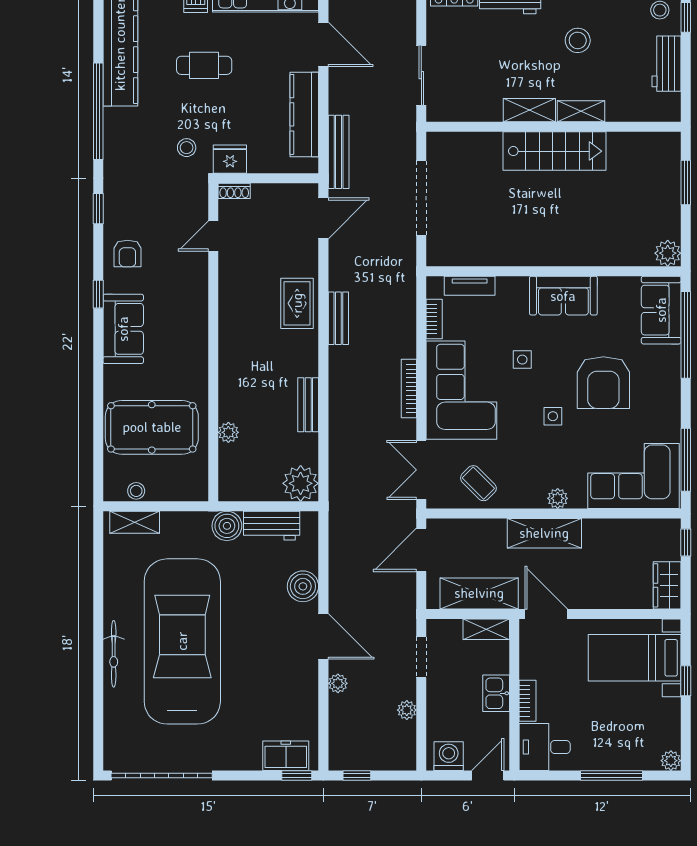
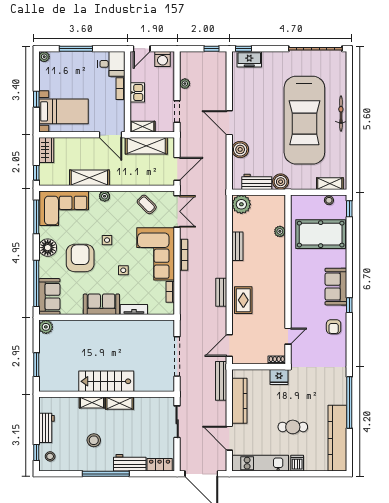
stool: (187, 148) -> (302, 383), removed
window: (98, 209) -> (349, 209), moved
armchair: (127, 254) -> (334, 327), turned 180
tv unit: (470, 286) -> (134, 310), moved
floor lamp: (664, 402) -> (48, 248), added
shelving: (544, 533) -> (89, 178), moved
plant: (338, 683) -> (222, 98), removed

